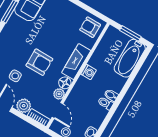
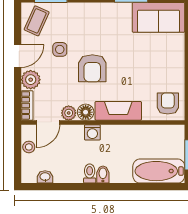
washing machine: (88, 72) -> (92, 132), moved

